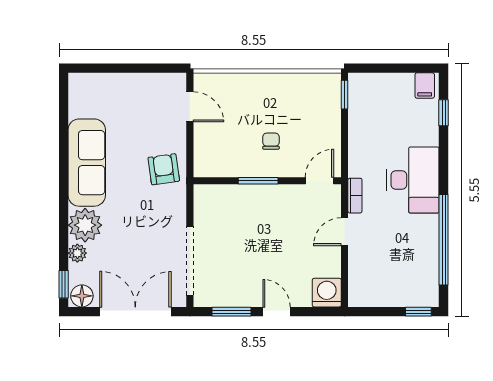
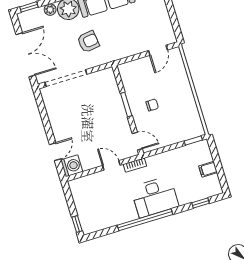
filing cabinet: (425, 85) -> (208, 169), moved
armchair: (164, 169) -> (88, 42), moved
window: (444, 240) -> (145, 220), moved
floor lamp: (82, 296) -> (25, 20), removed
window: (232, 312) -> (43, 112), removed
door: (277, 312) -> (55, 152), moved

